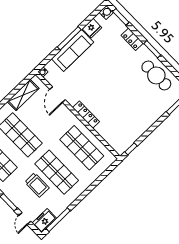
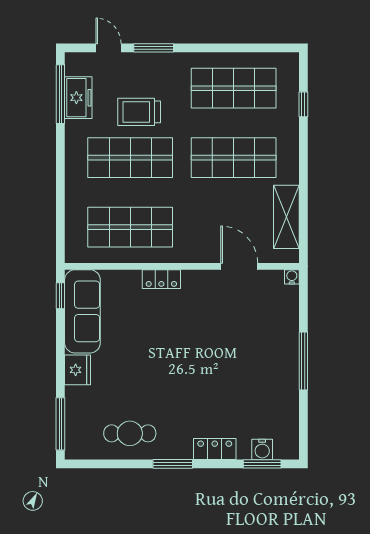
water cooler: (106, 12) -> (262, 449), moved
fridge: (92, 28) -> (78, 370), moved, turned 180
sofa: (73, 50) -> (82, 311), moved, turned 180
cafe table: (156, 75) -> (130, 433), width x0.73, depth x0.74
locker: (86, 115) -> (161, 279), width x0.66
freezer: (44, 221) -> (78, 98), moved

